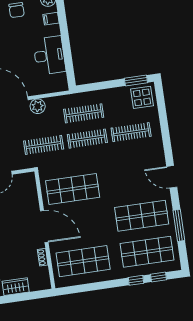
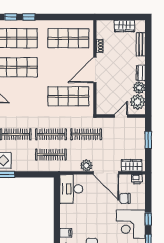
desk: (49, 55) -> (71, 189), moved
door: (44, 227) -> (95, 70), hinge flipped

